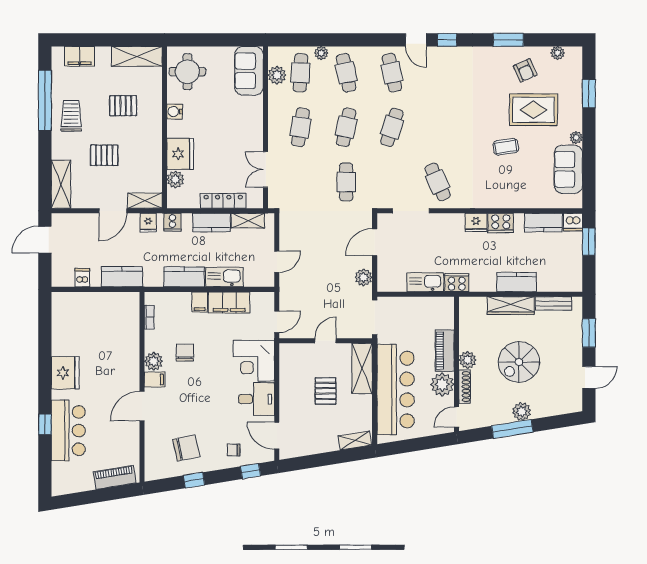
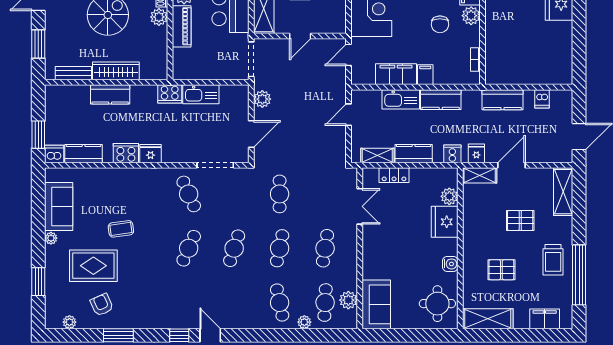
cafe table: (392, 73) -> (189, 248), moved, turned 36
locker: (223, 201) -> (394, 175), width x0.66

